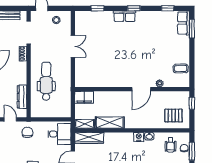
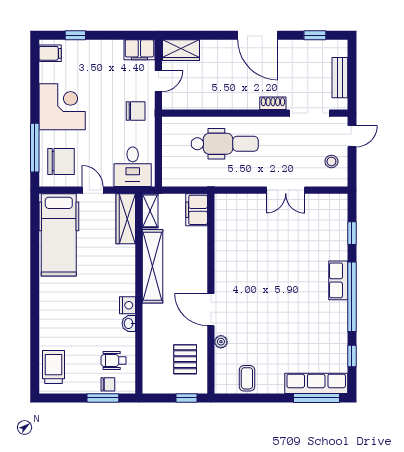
window: (134, 8) -> (352, 297), width x3.17
row of seats: (184, 23) -> (316, 383), width x1.48
window: (192, 29) -> (316, 398), width x1.44
dresser: (22, 97) -> (198, 102), removed
pallet: (173, 116) -> (185, 359), moved
shelving: (110, 123) -> (153, 266), width x1.47

